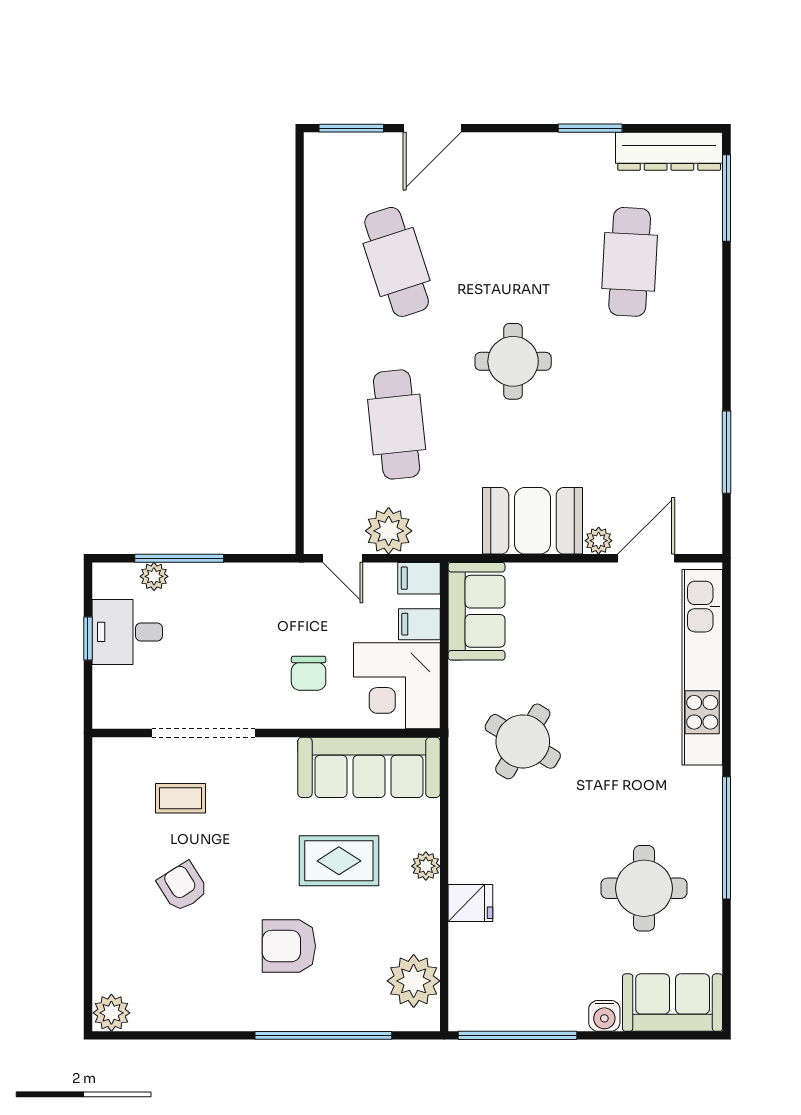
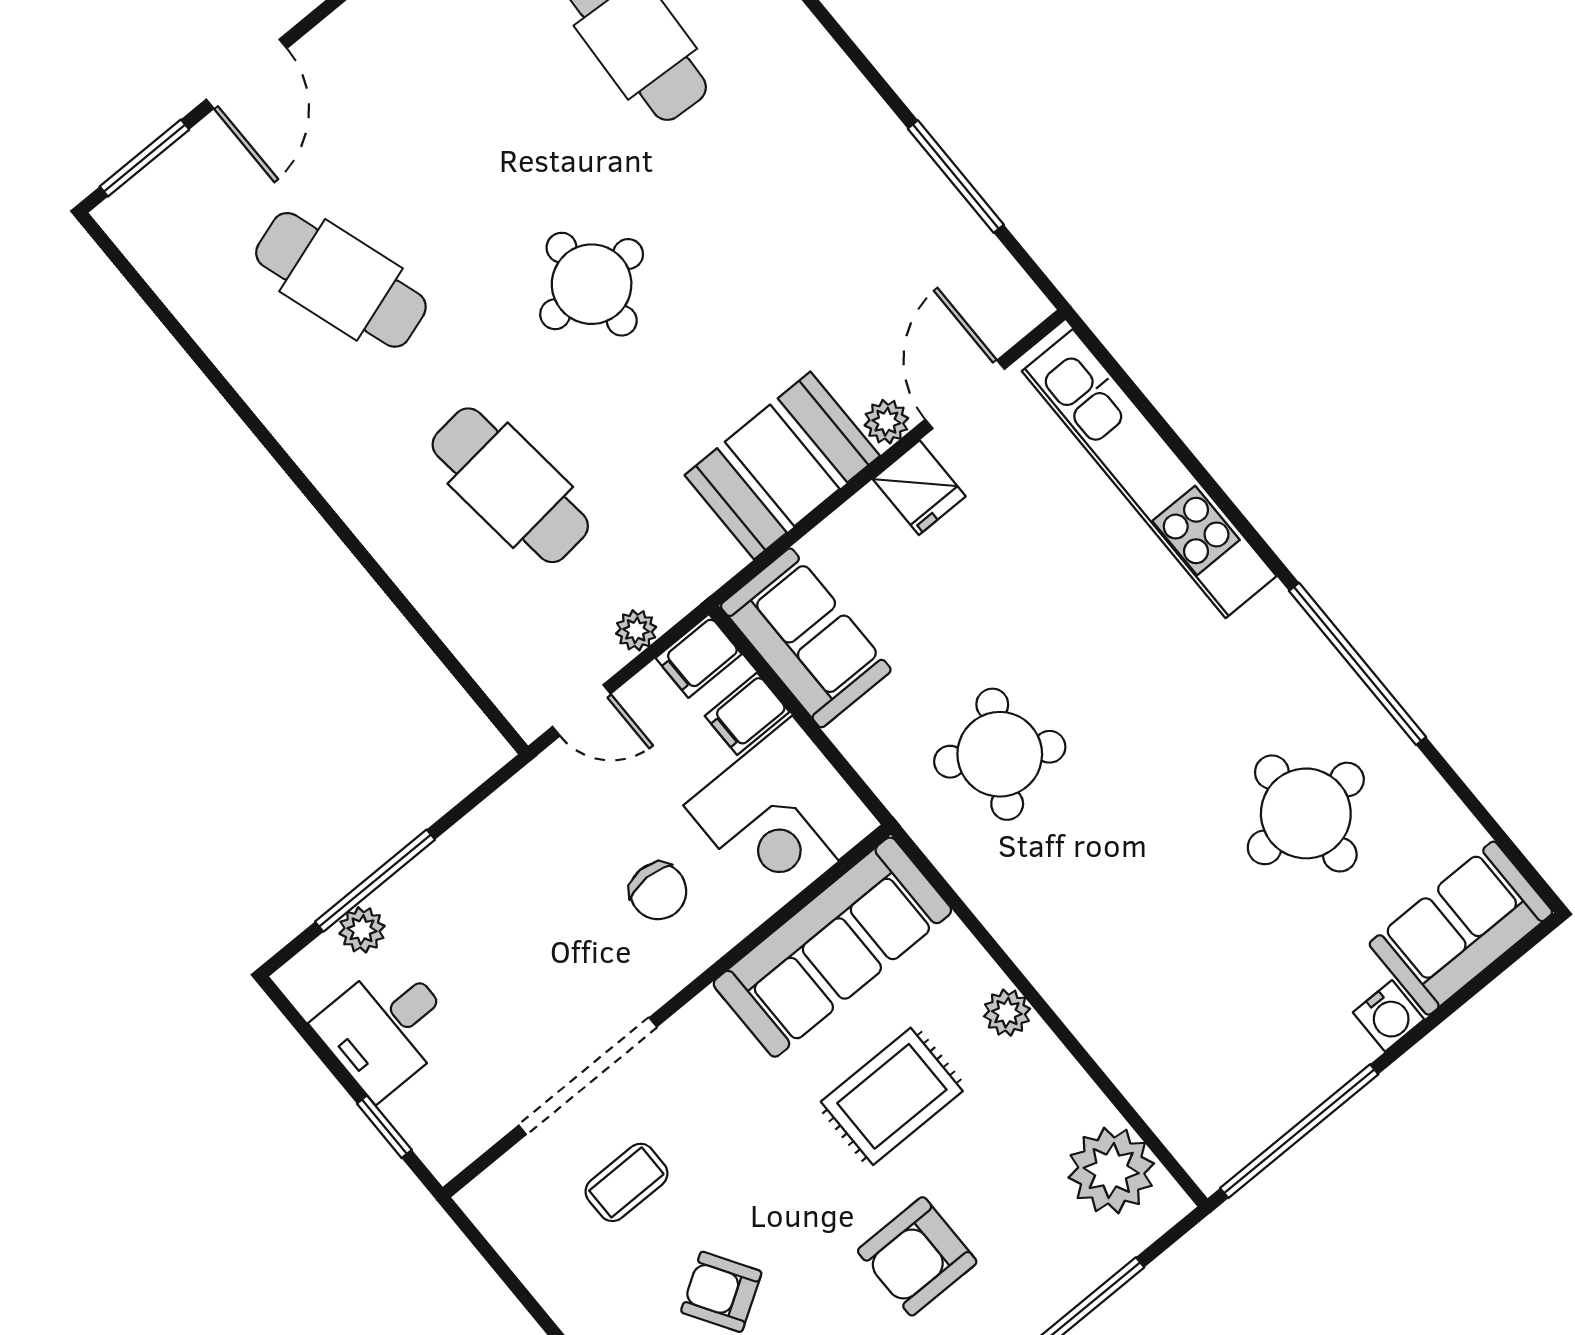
plant: (389, 531) -> (636, 630), width x0.53, depth x0.53
window: (88, 639) -> (384, 1127), moved
fridge: (470, 903) -> (919, 488), moved, turned 90

